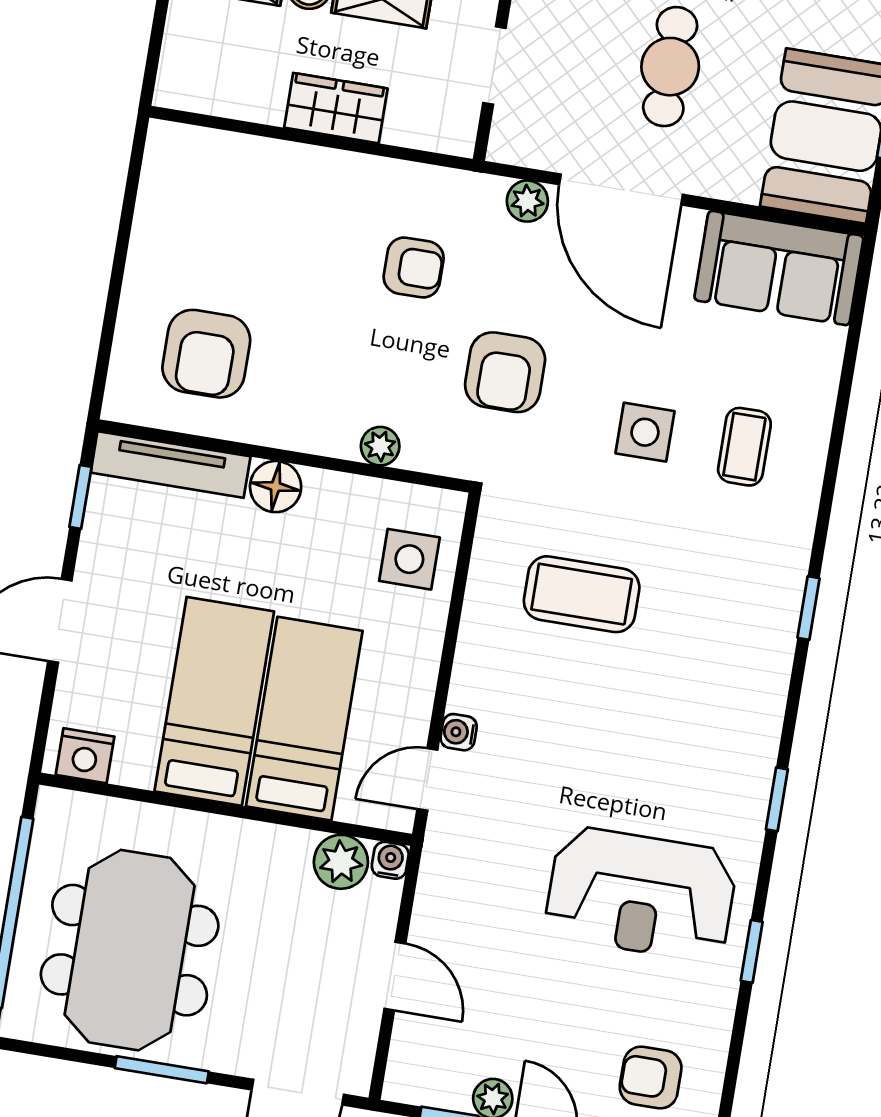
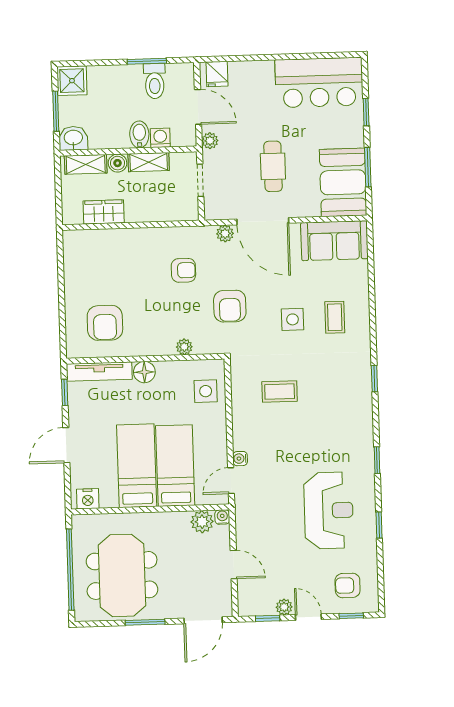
wardrobe: (336, 108) -> (104, 212), moved
coffee table: (582, 594) -> (280, 392), width x0.73, depth x0.77
reception desk: (641, 894) -> (329, 510), turned -90

